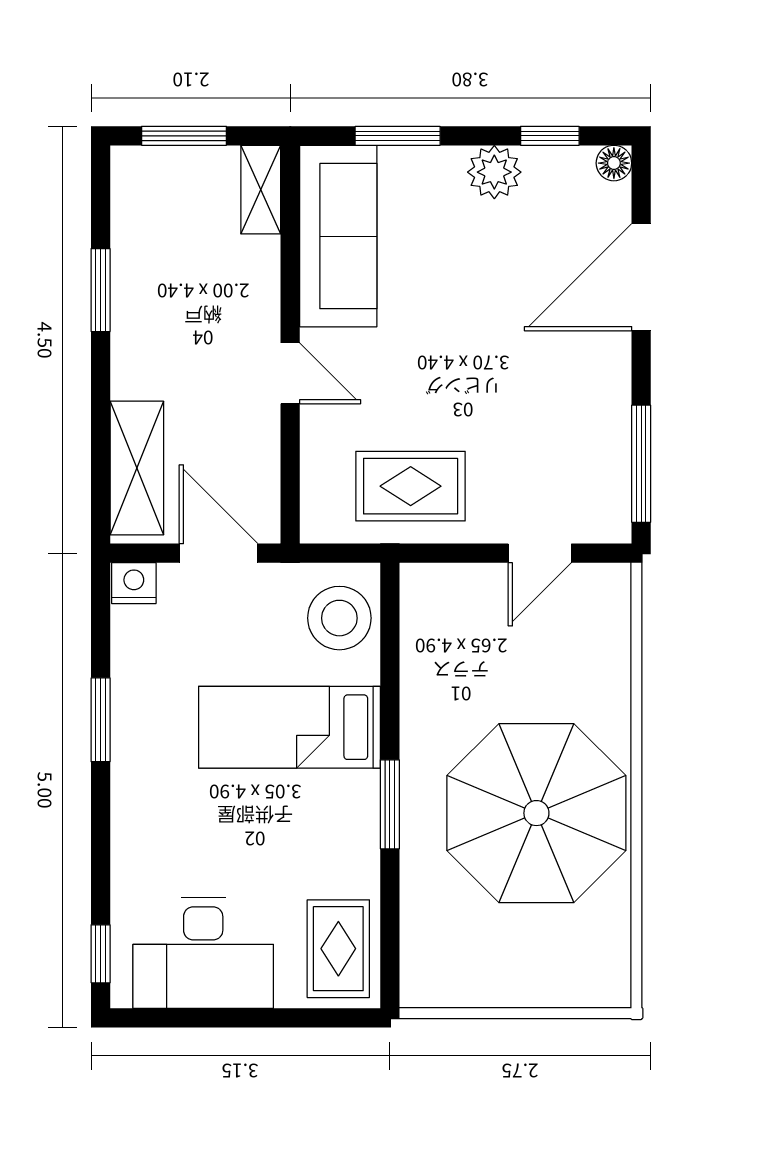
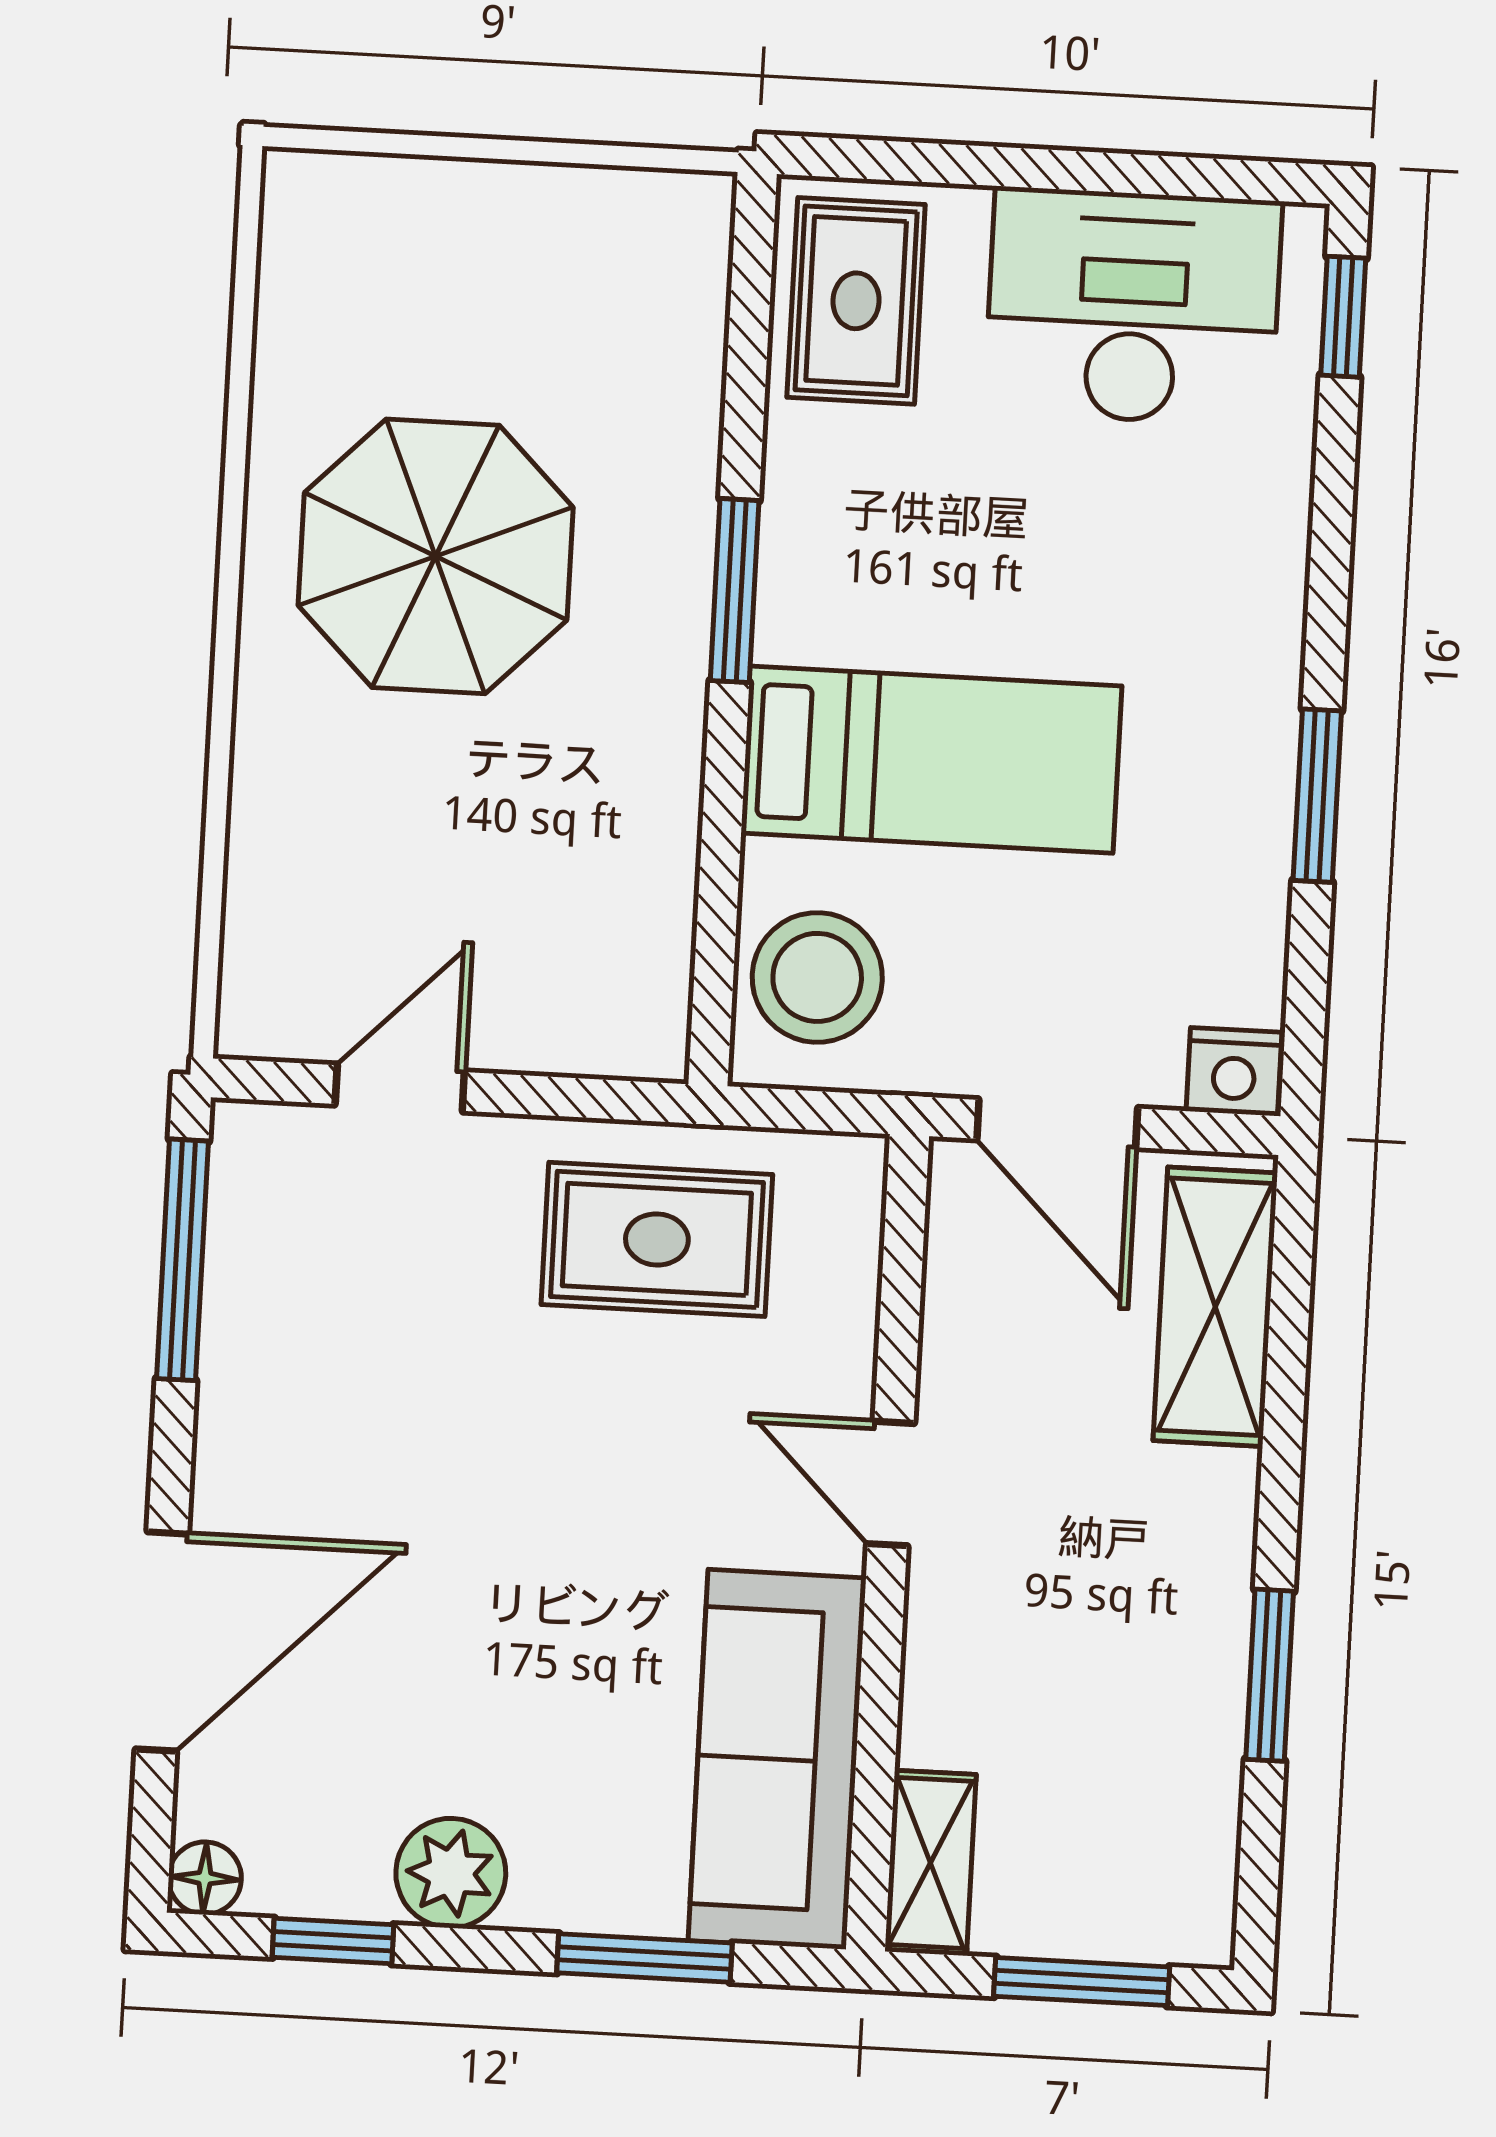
parasol: (536, 813) -> (436, 556), width x0.73, depth x0.73

